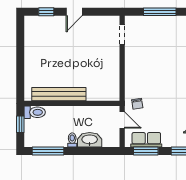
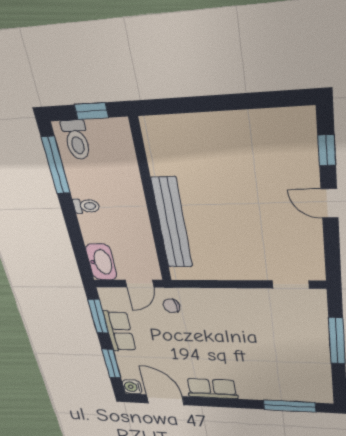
bench: (59, 94) -> (172, 223), moved
toilet: (35, 112) -> (77, 140), moved
washbasin: (90, 140) -> (101, 262), moved
row of seats: (146, 140) -> (120, 331), moved

